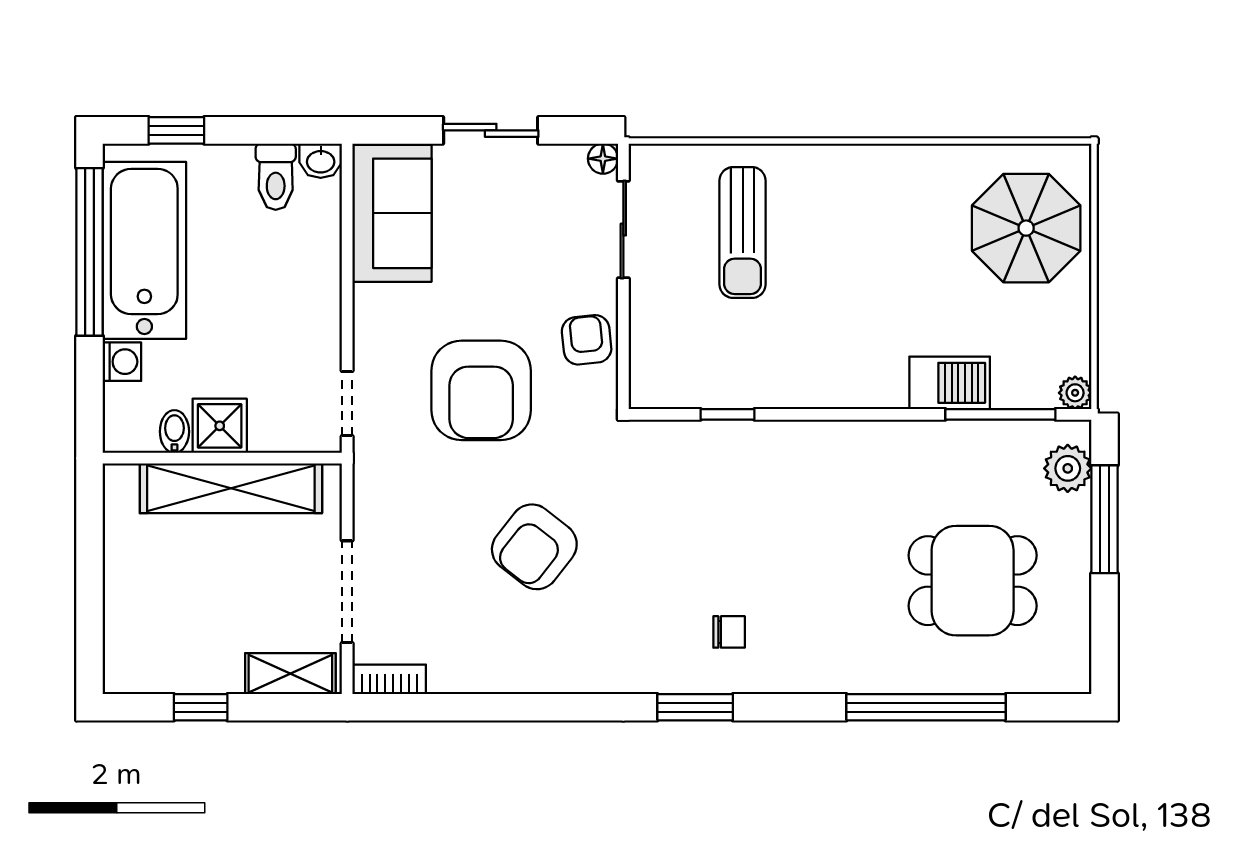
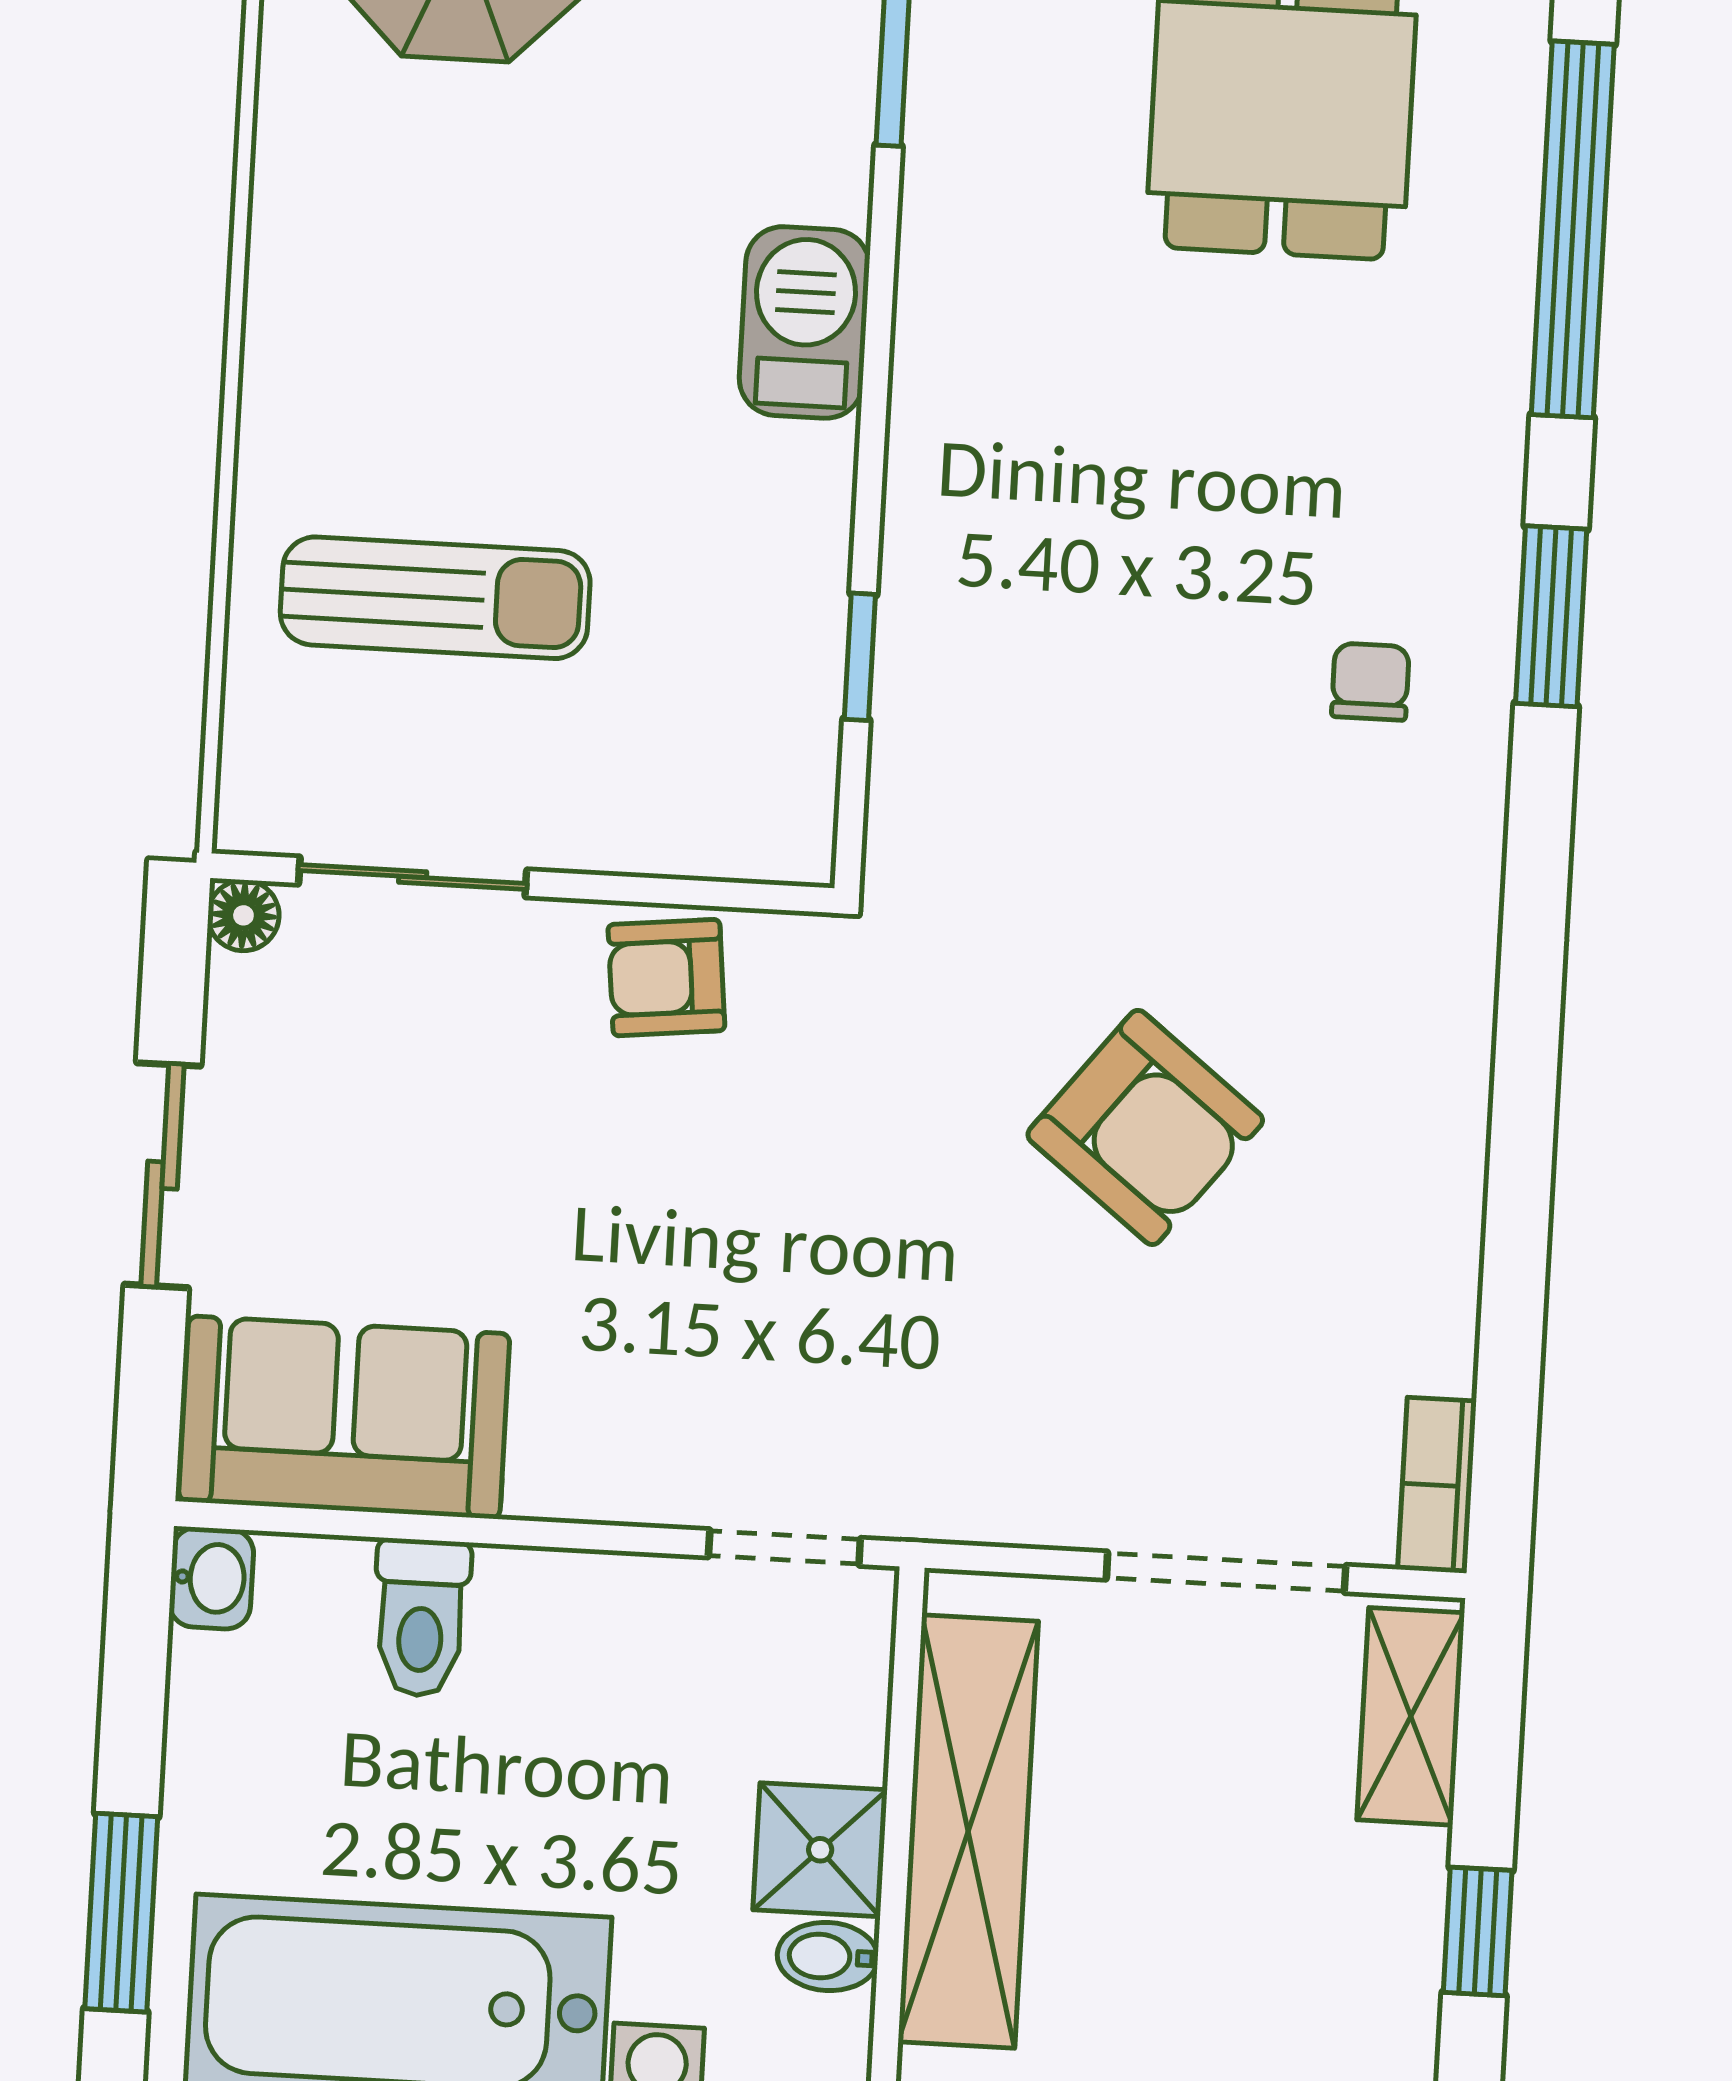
window: (176, 130) -> (121, 1913), width x1.50
toilet: (276, 177) -> (421, 1618), moved, turned 90
barbecue: (950, 383) -> (804, 322), moved
armchair: (481, 390) -> (771, 1232), removed
window: (695, 707) -> (1551, 616), moved

